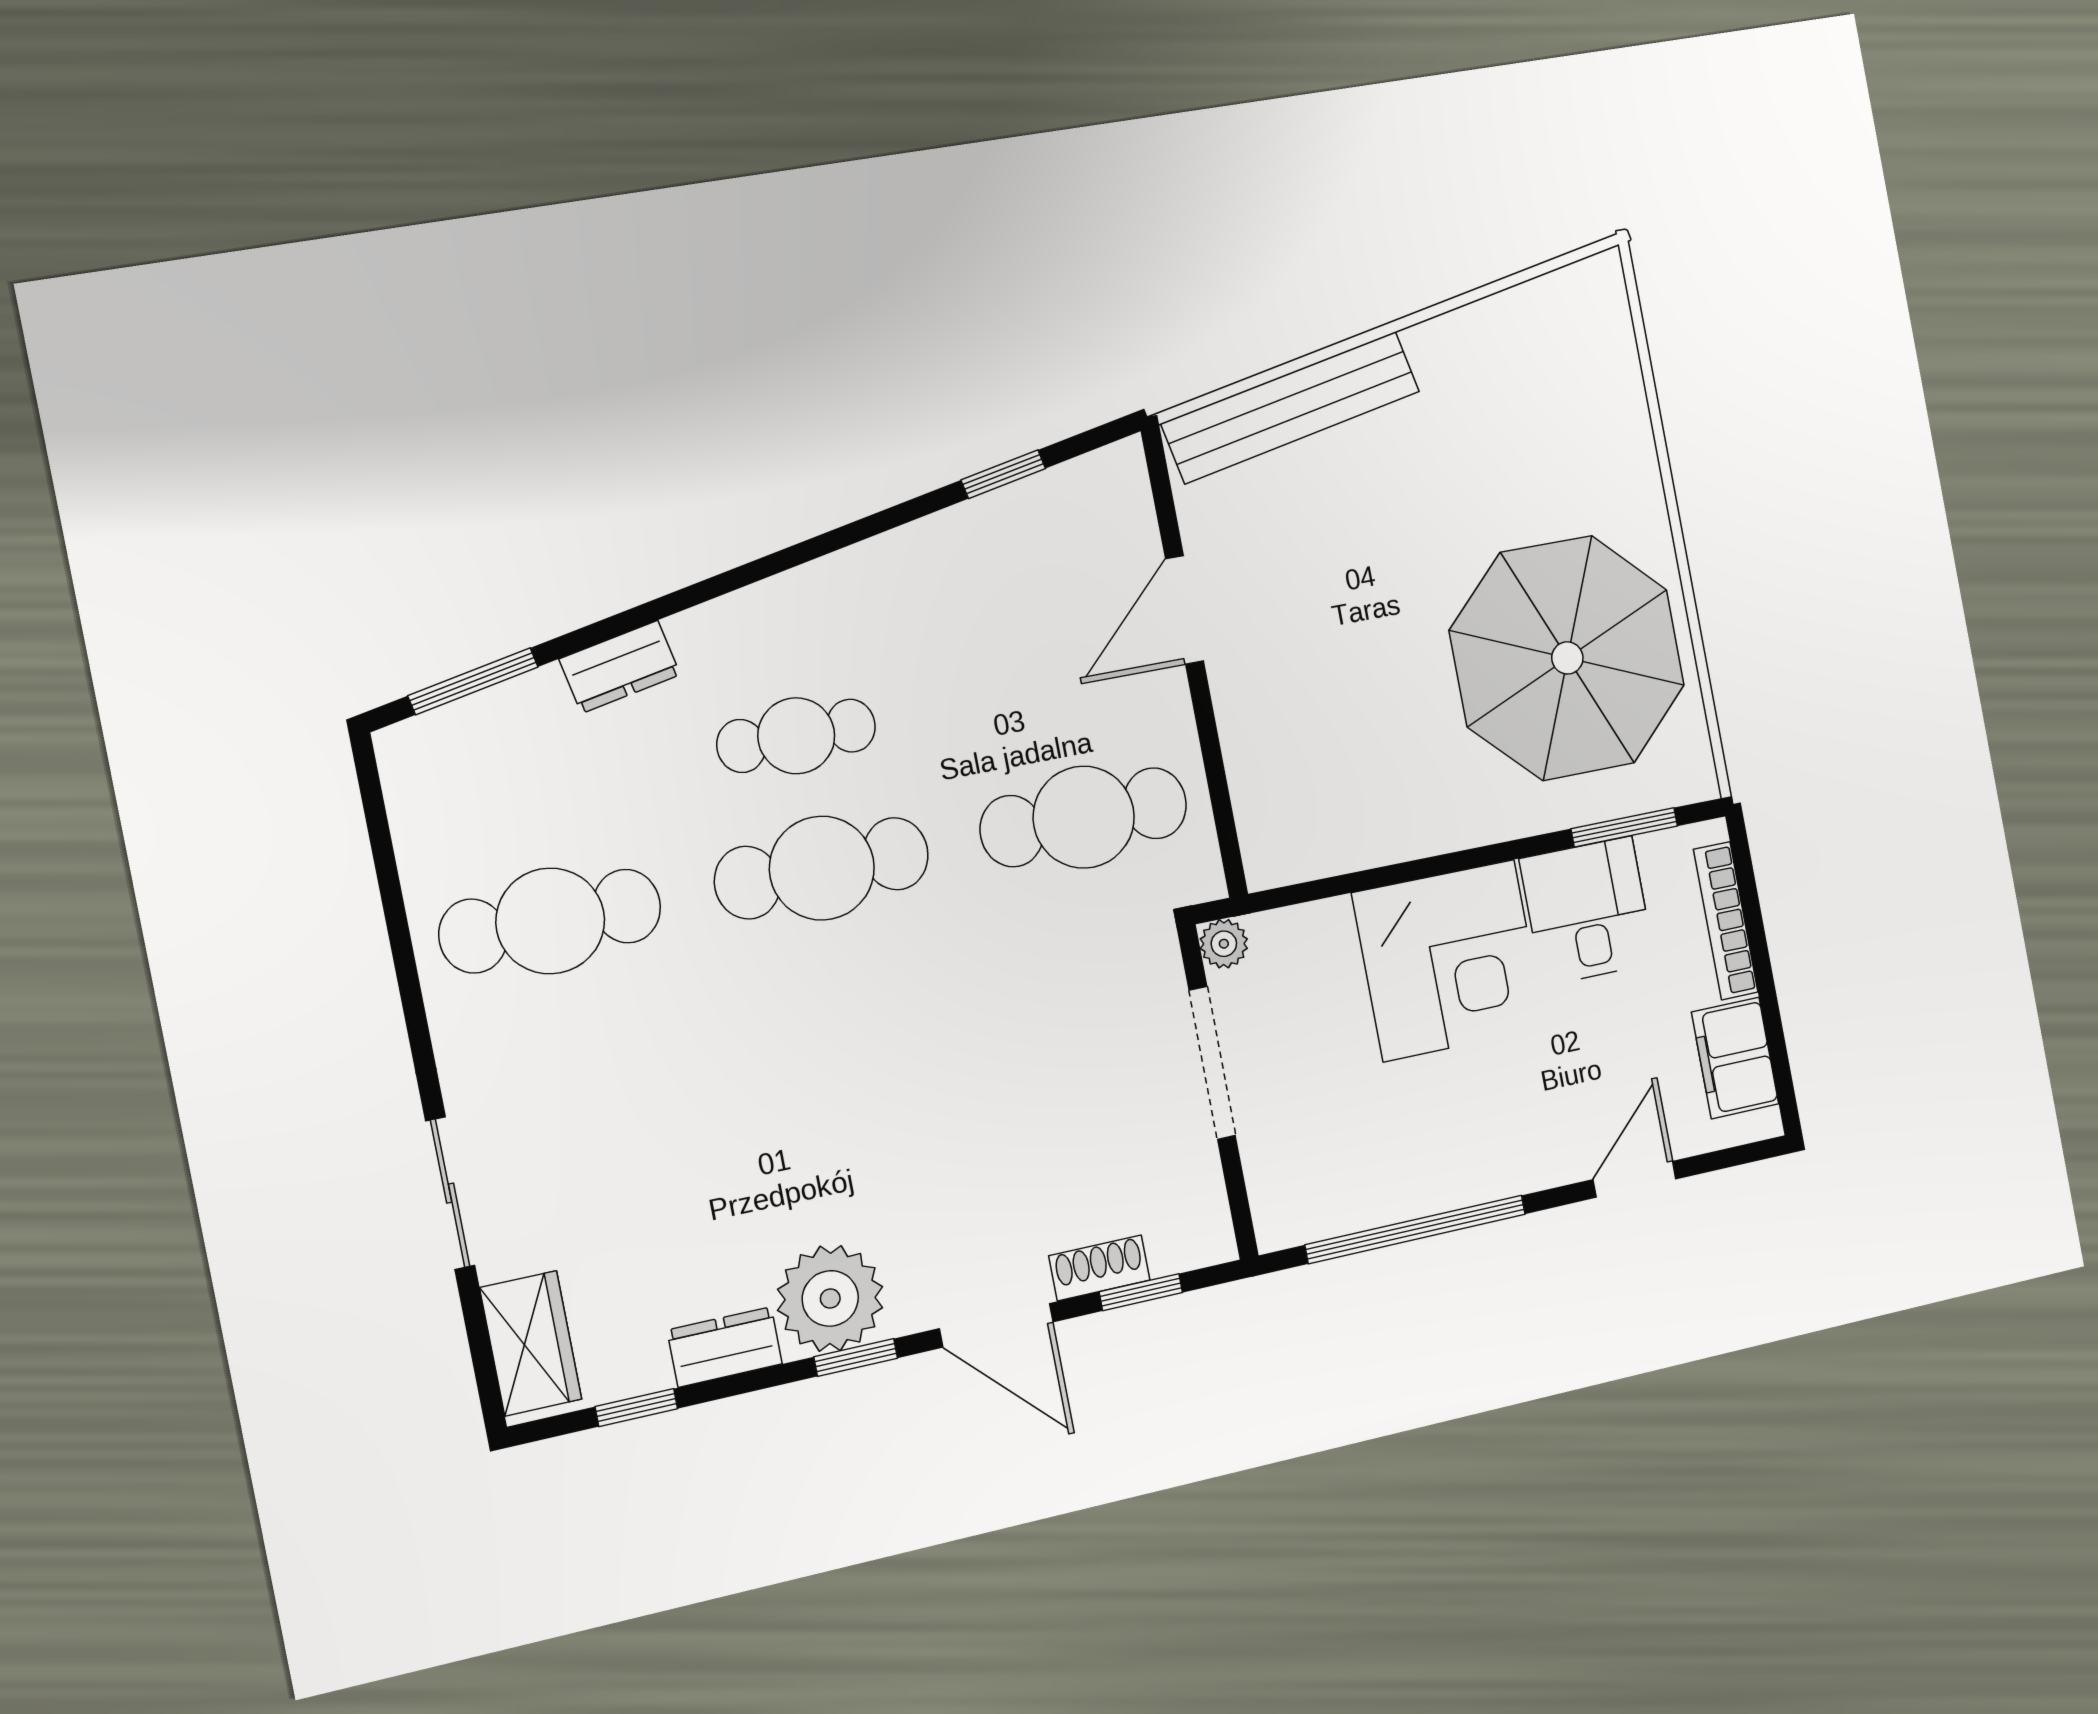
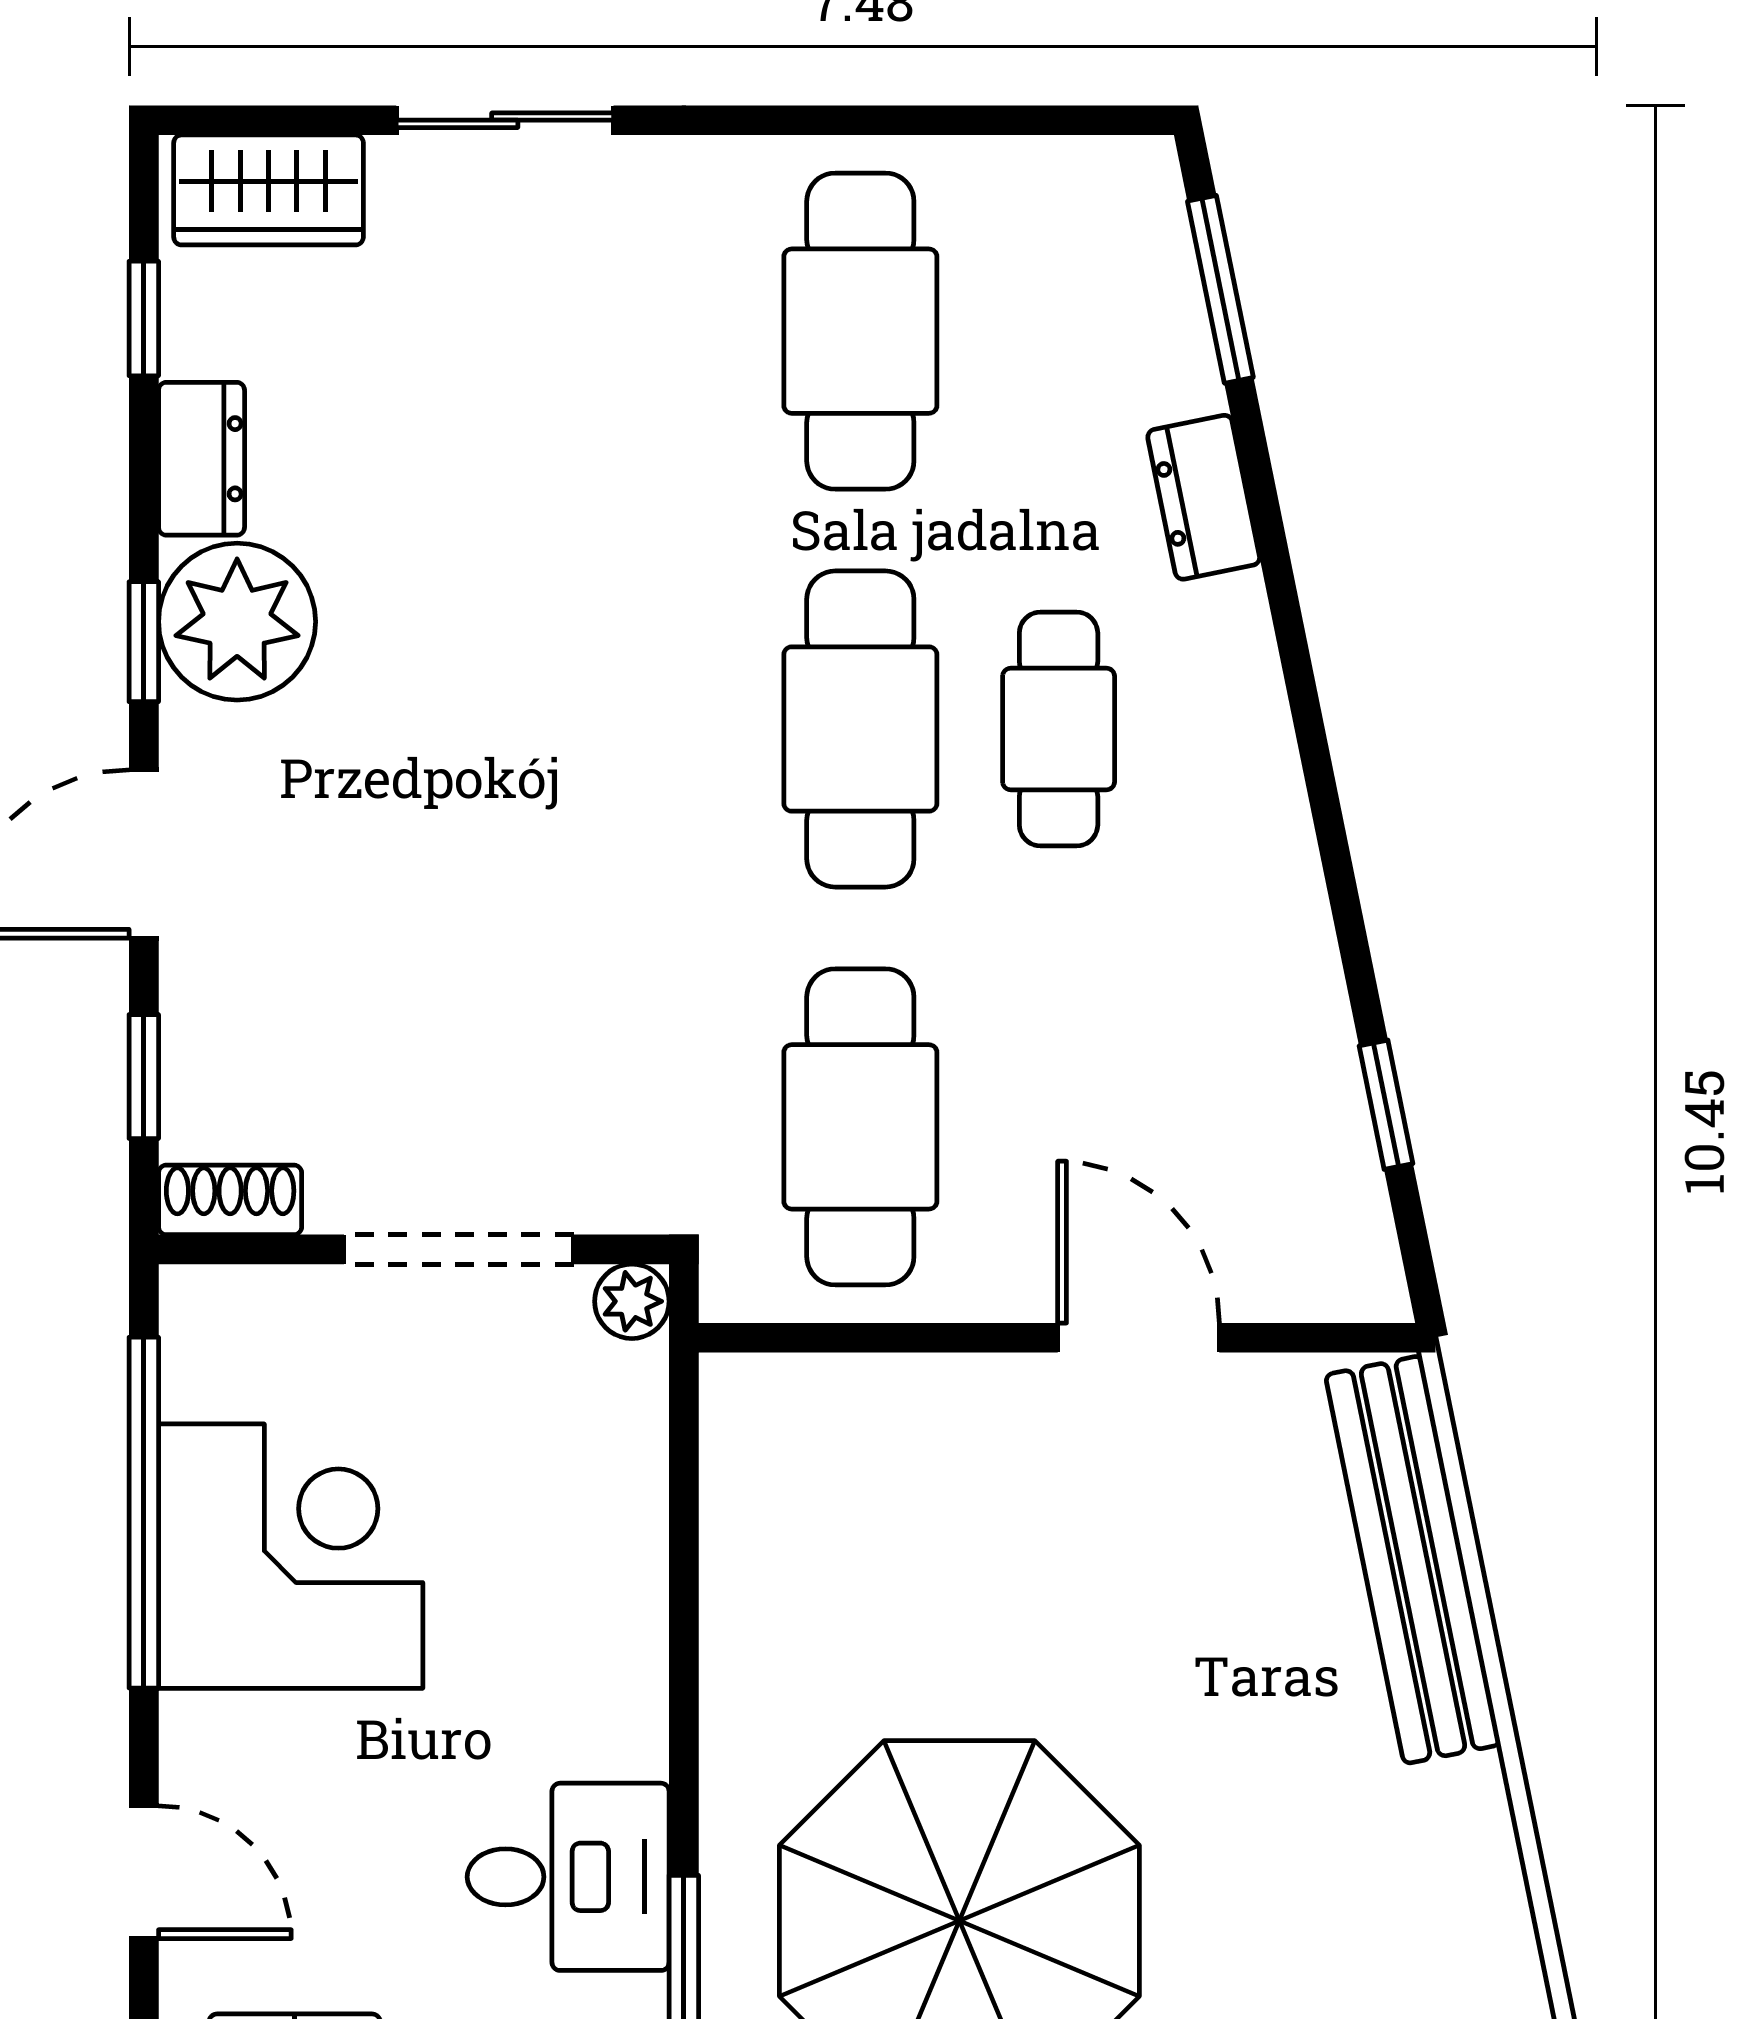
corner desk: (1449, 960) -> (291, 1556), moved, turned 180
shoe rack: (1099, 1268) -> (230, 1200), moved, turned -90

